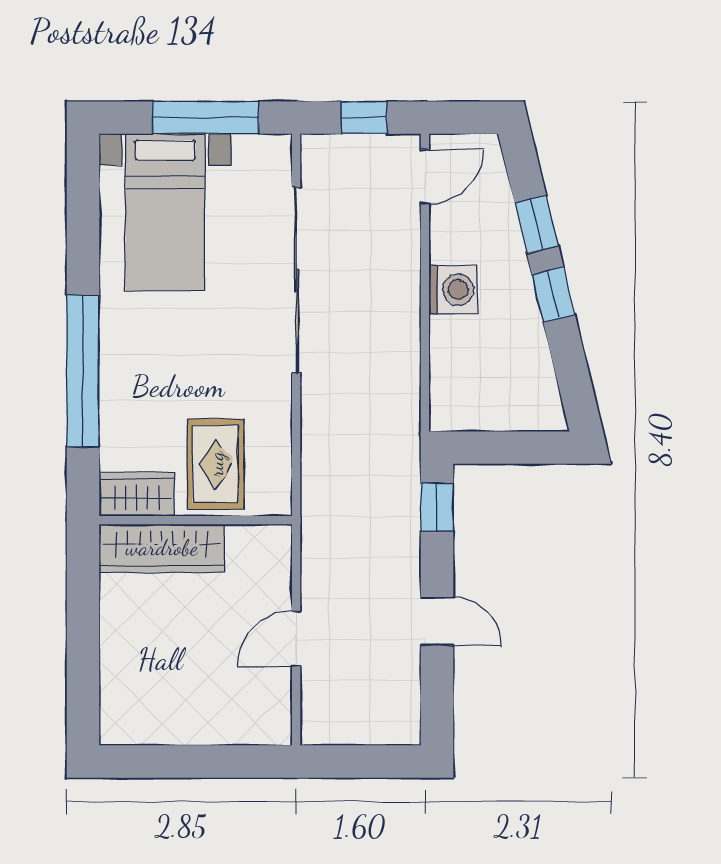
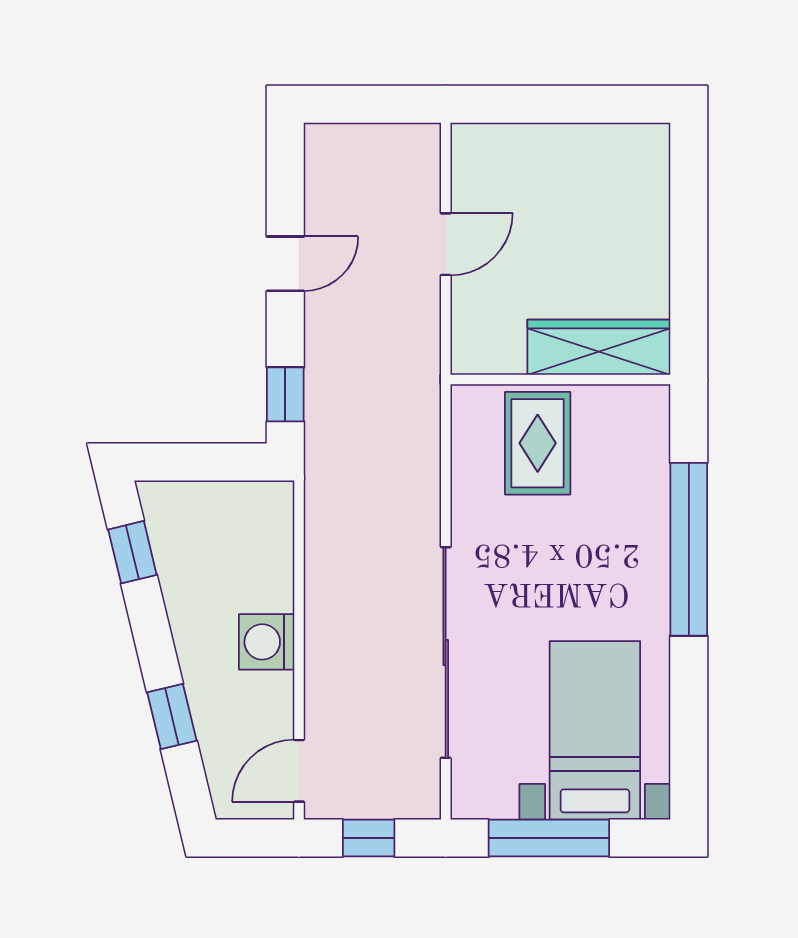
window: (553, 294) -> (132, 552), moved
wardrobe: (137, 494) -> (628, 409), removed
door: (437, 622) -> (285, 264), swing flipped

